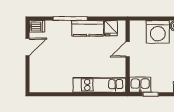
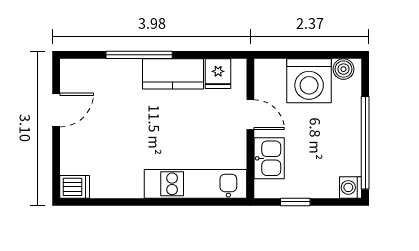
dishwasher: (37, 26) -> (75, 187), moved
door: (128, 49) -> (250, 115), swing flipped
kitchen sink: (140, 85) -> (269, 158), moved, turned 90

